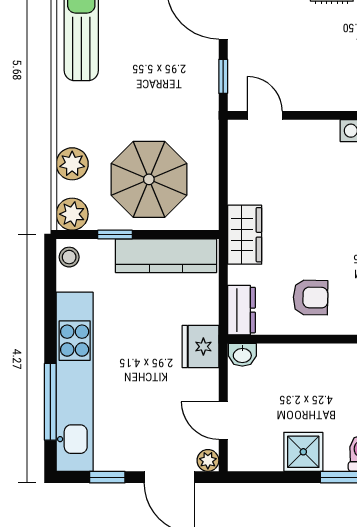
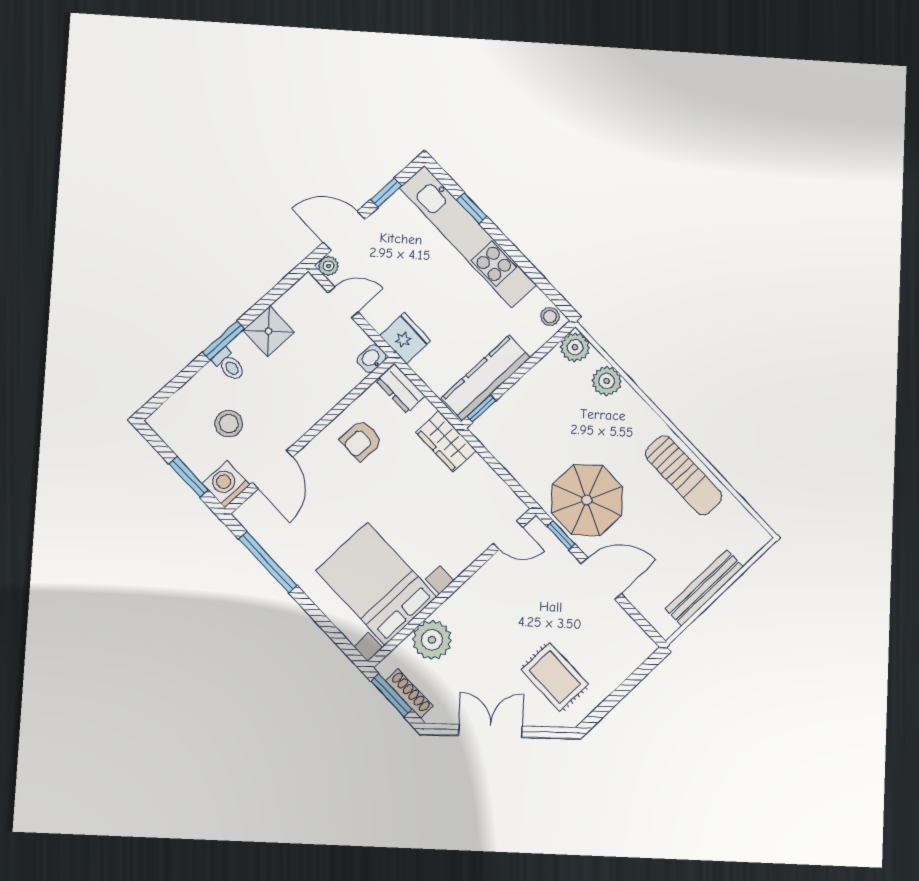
parasol: (149, 179) -> (587, 500), moved
window: (115, 235) -> (482, 409), moved
window: (50, 402) -> (472, 208), width x0.46

